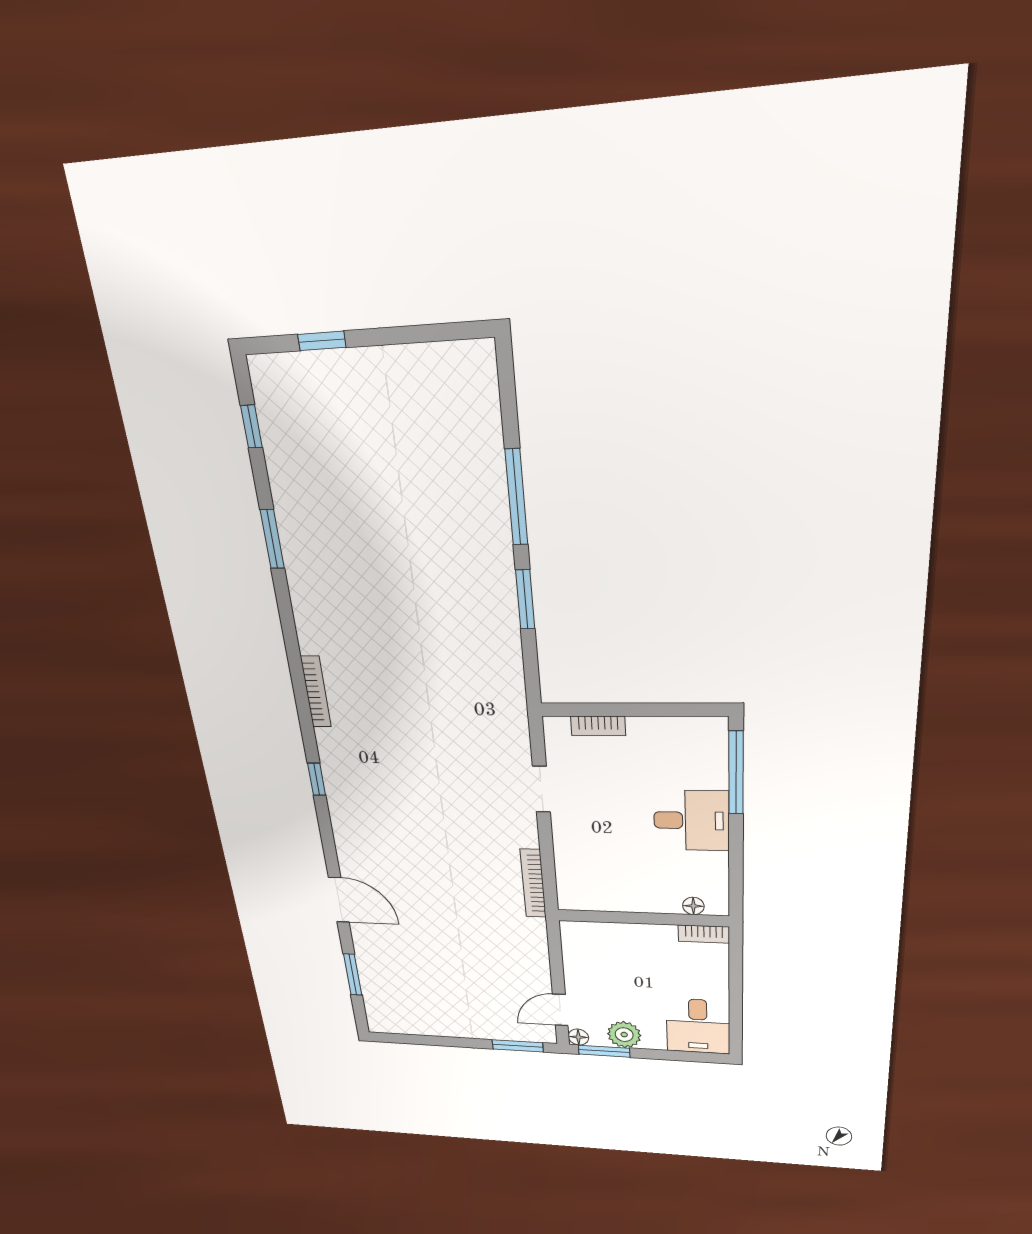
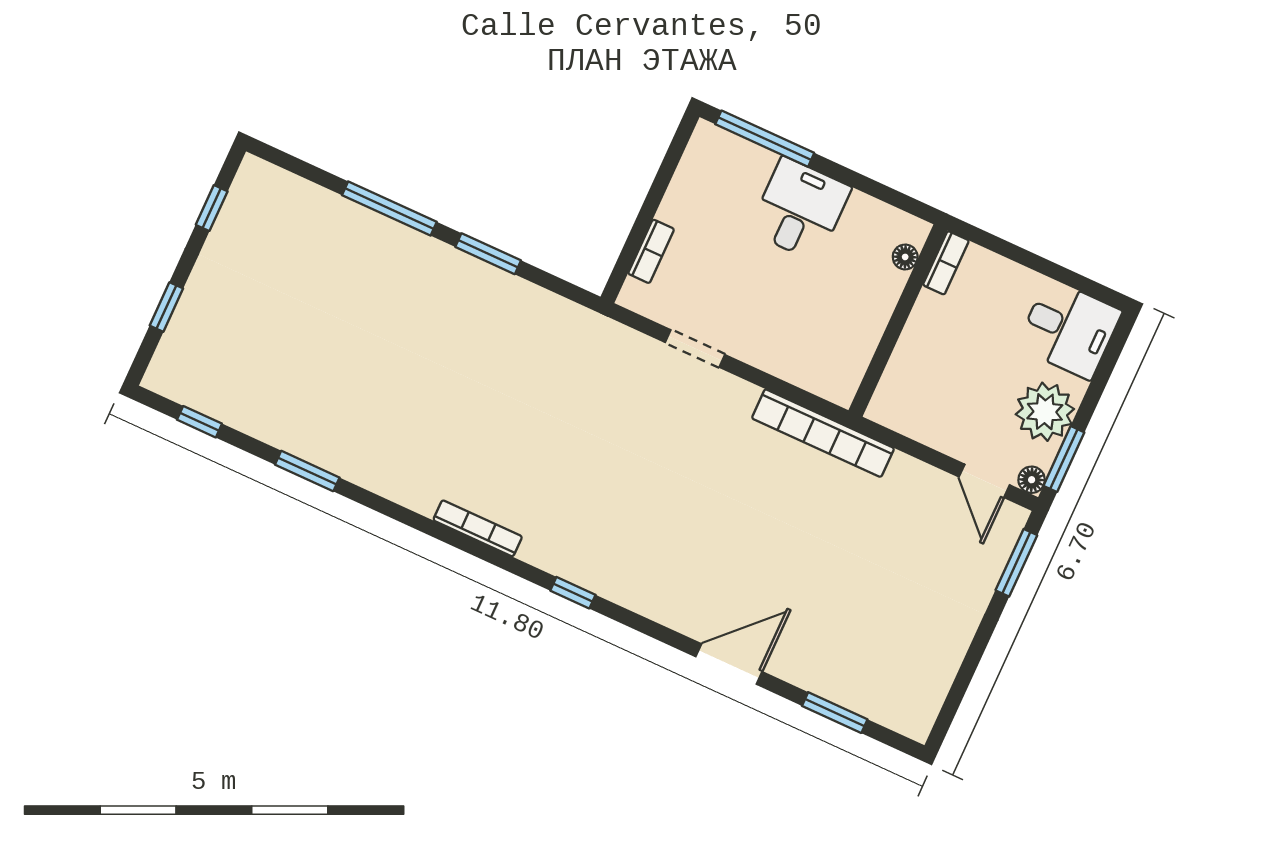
window: (428, 333) -> (212, 208), added
bookcase: (533, 883) -> (823, 433), width x1.48, depth x1.31
plant: (624, 1035) -> (1045, 412), width x1.36, depth x1.36

